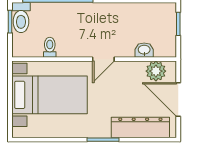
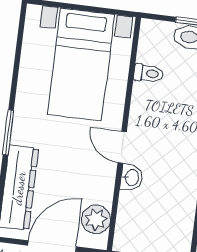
washbasin: (144, 50) -> (131, 178), moved

